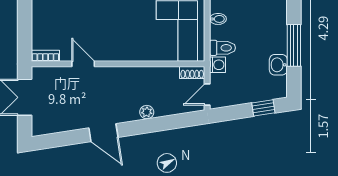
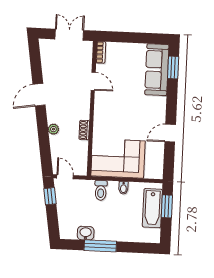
door: (83, 64) -> (93, 81), hinge flipped
washing machine: (218, 65) -> (88, 186), removed
shoe rack: (192, 73) -> (84, 130), moved
window: (263, 108) -> (50, 196), moved

